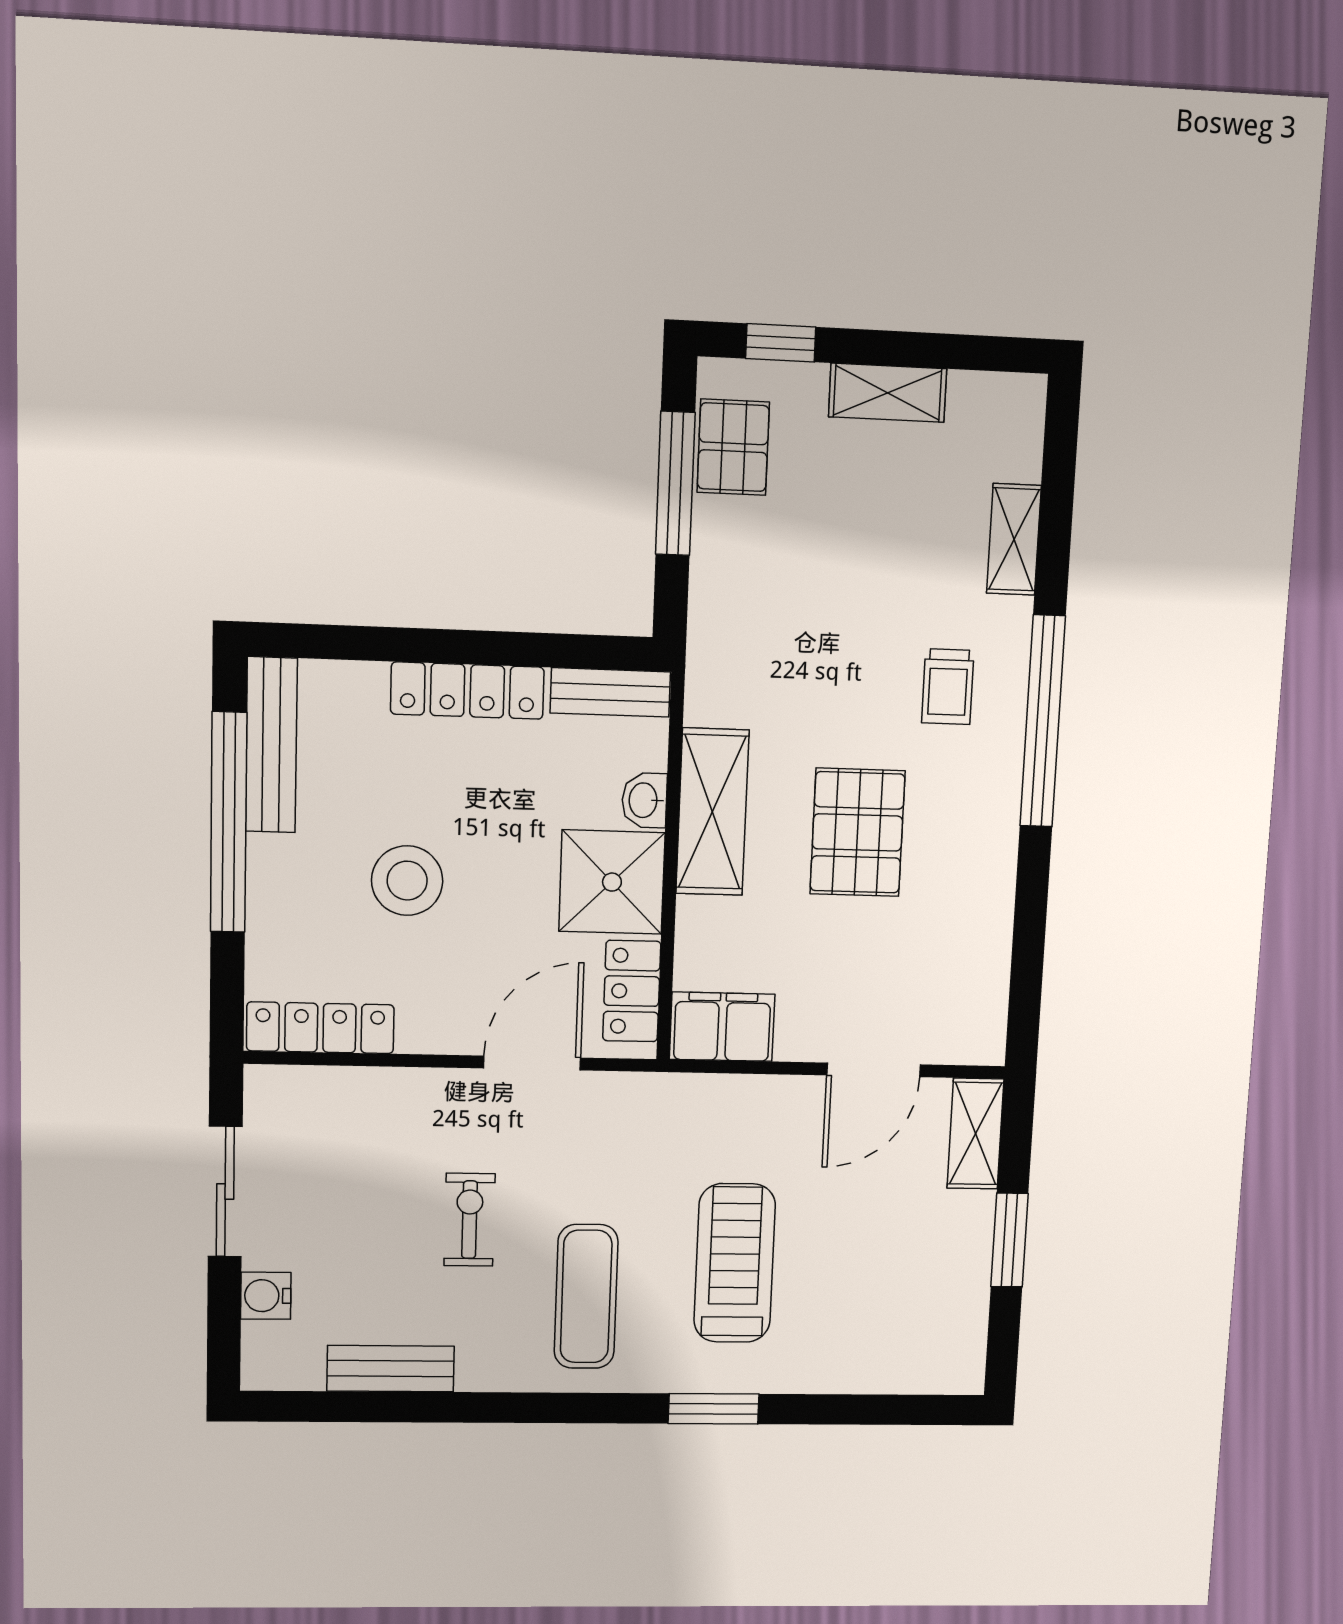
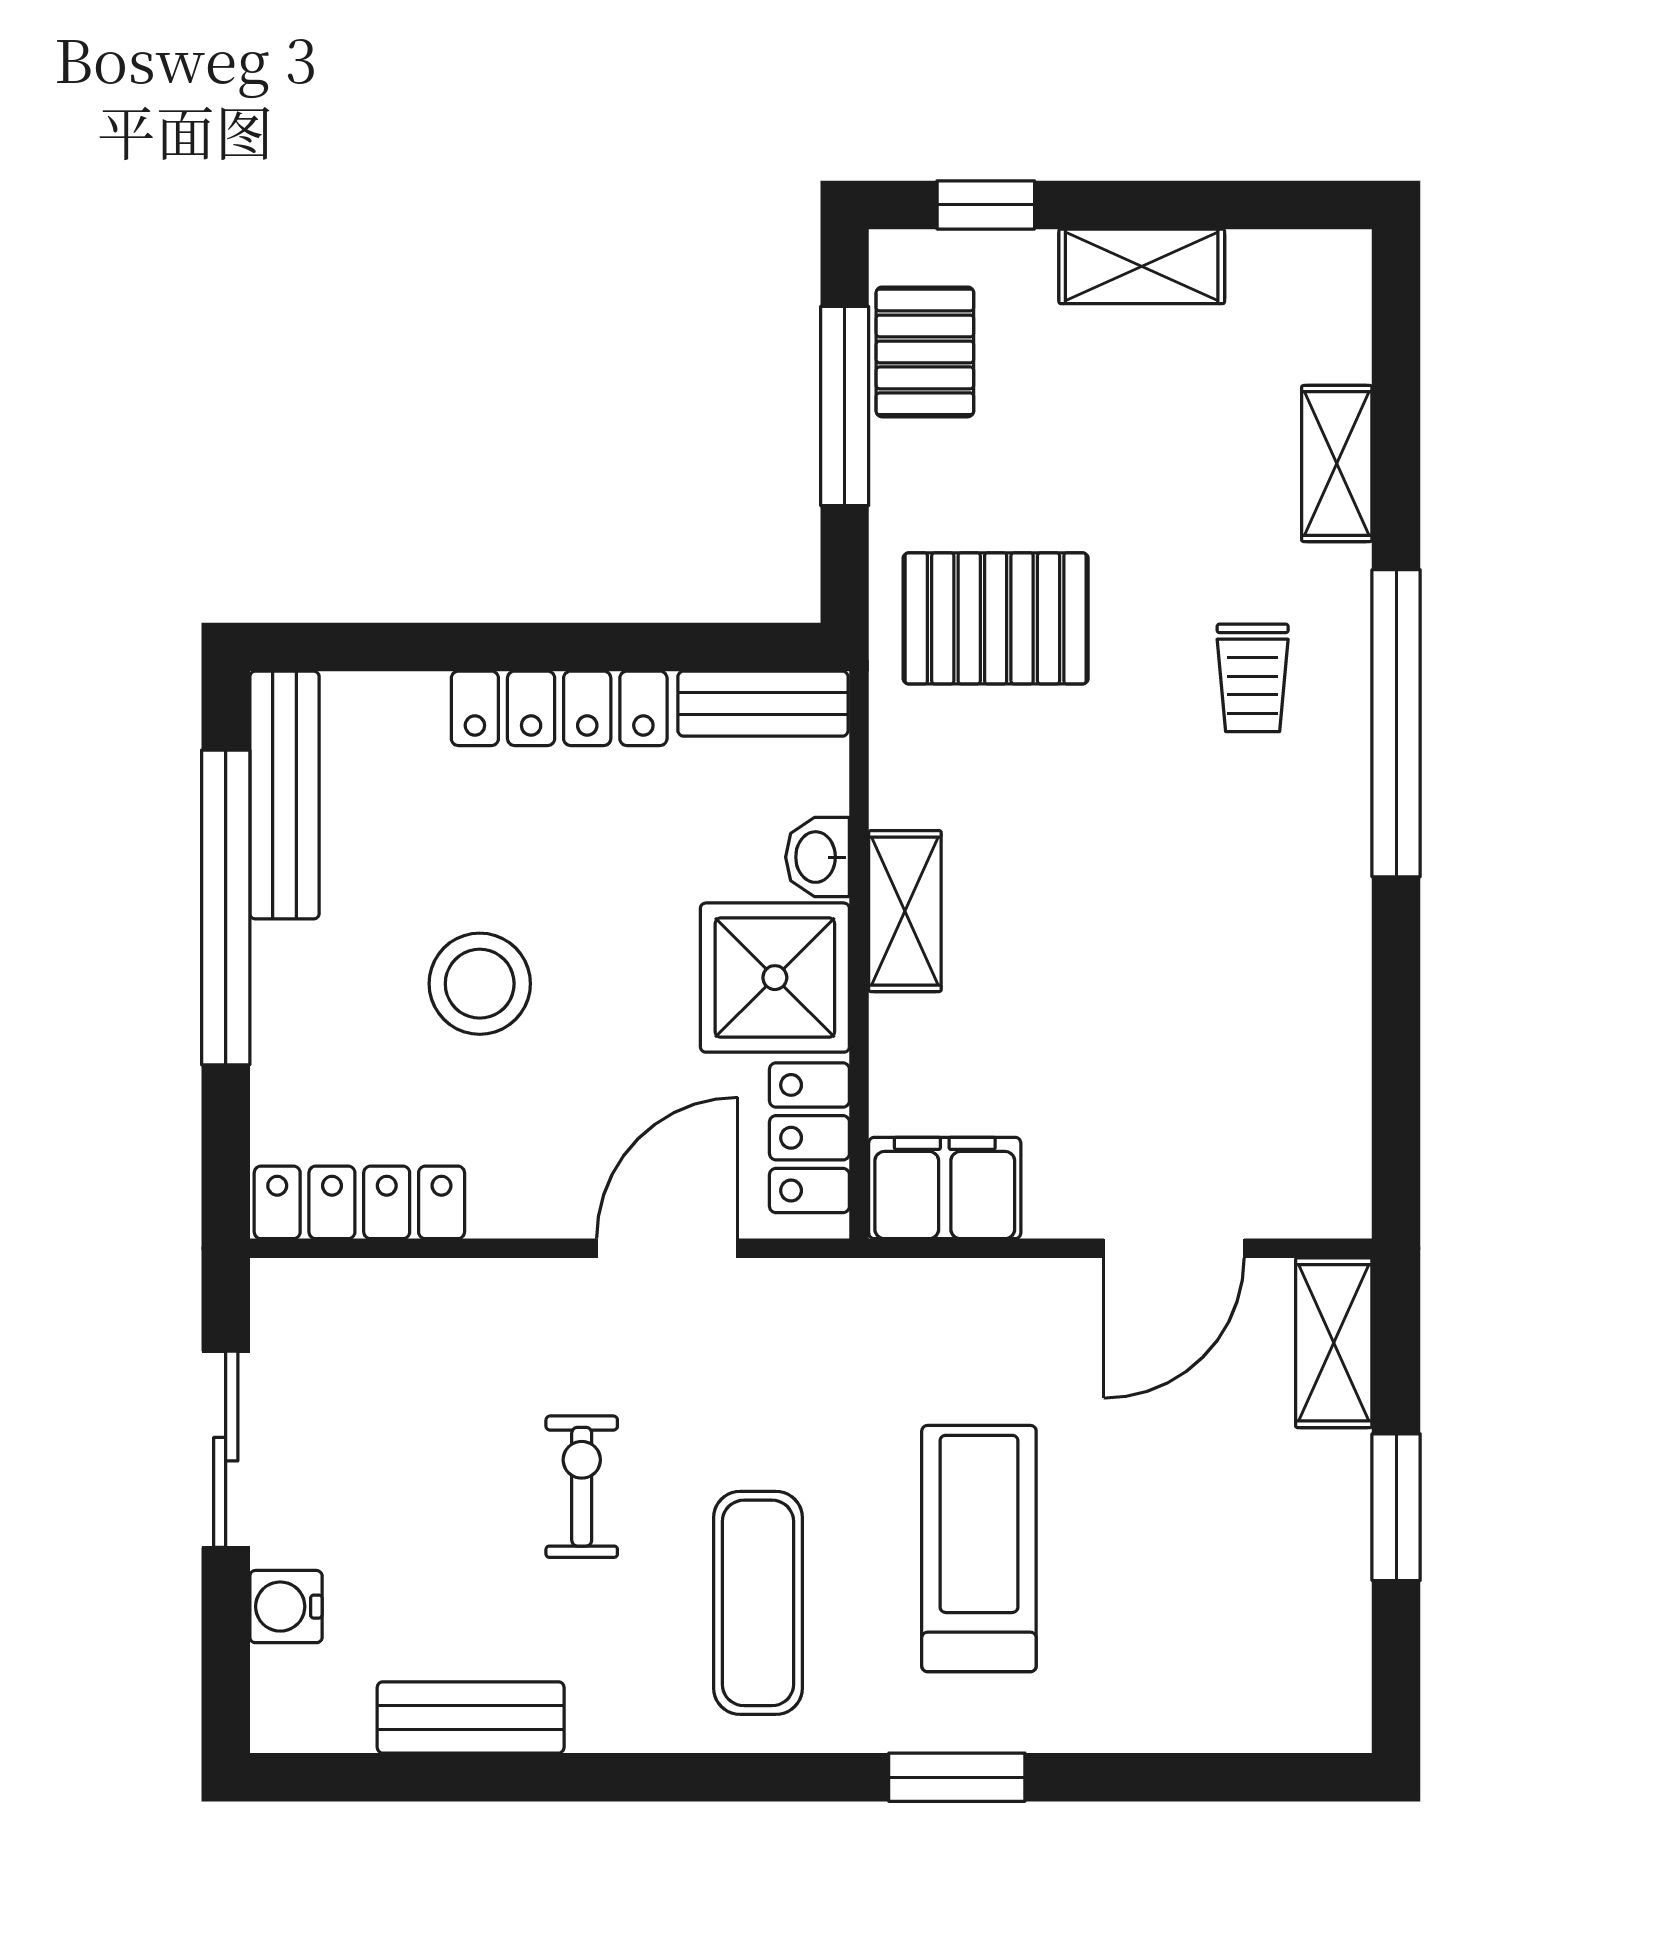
shelving: (712, 812) -> (905, 911), width x0.67, depth x0.75
pallet: (858, 832) -> (996, 618), moved, turned 90

